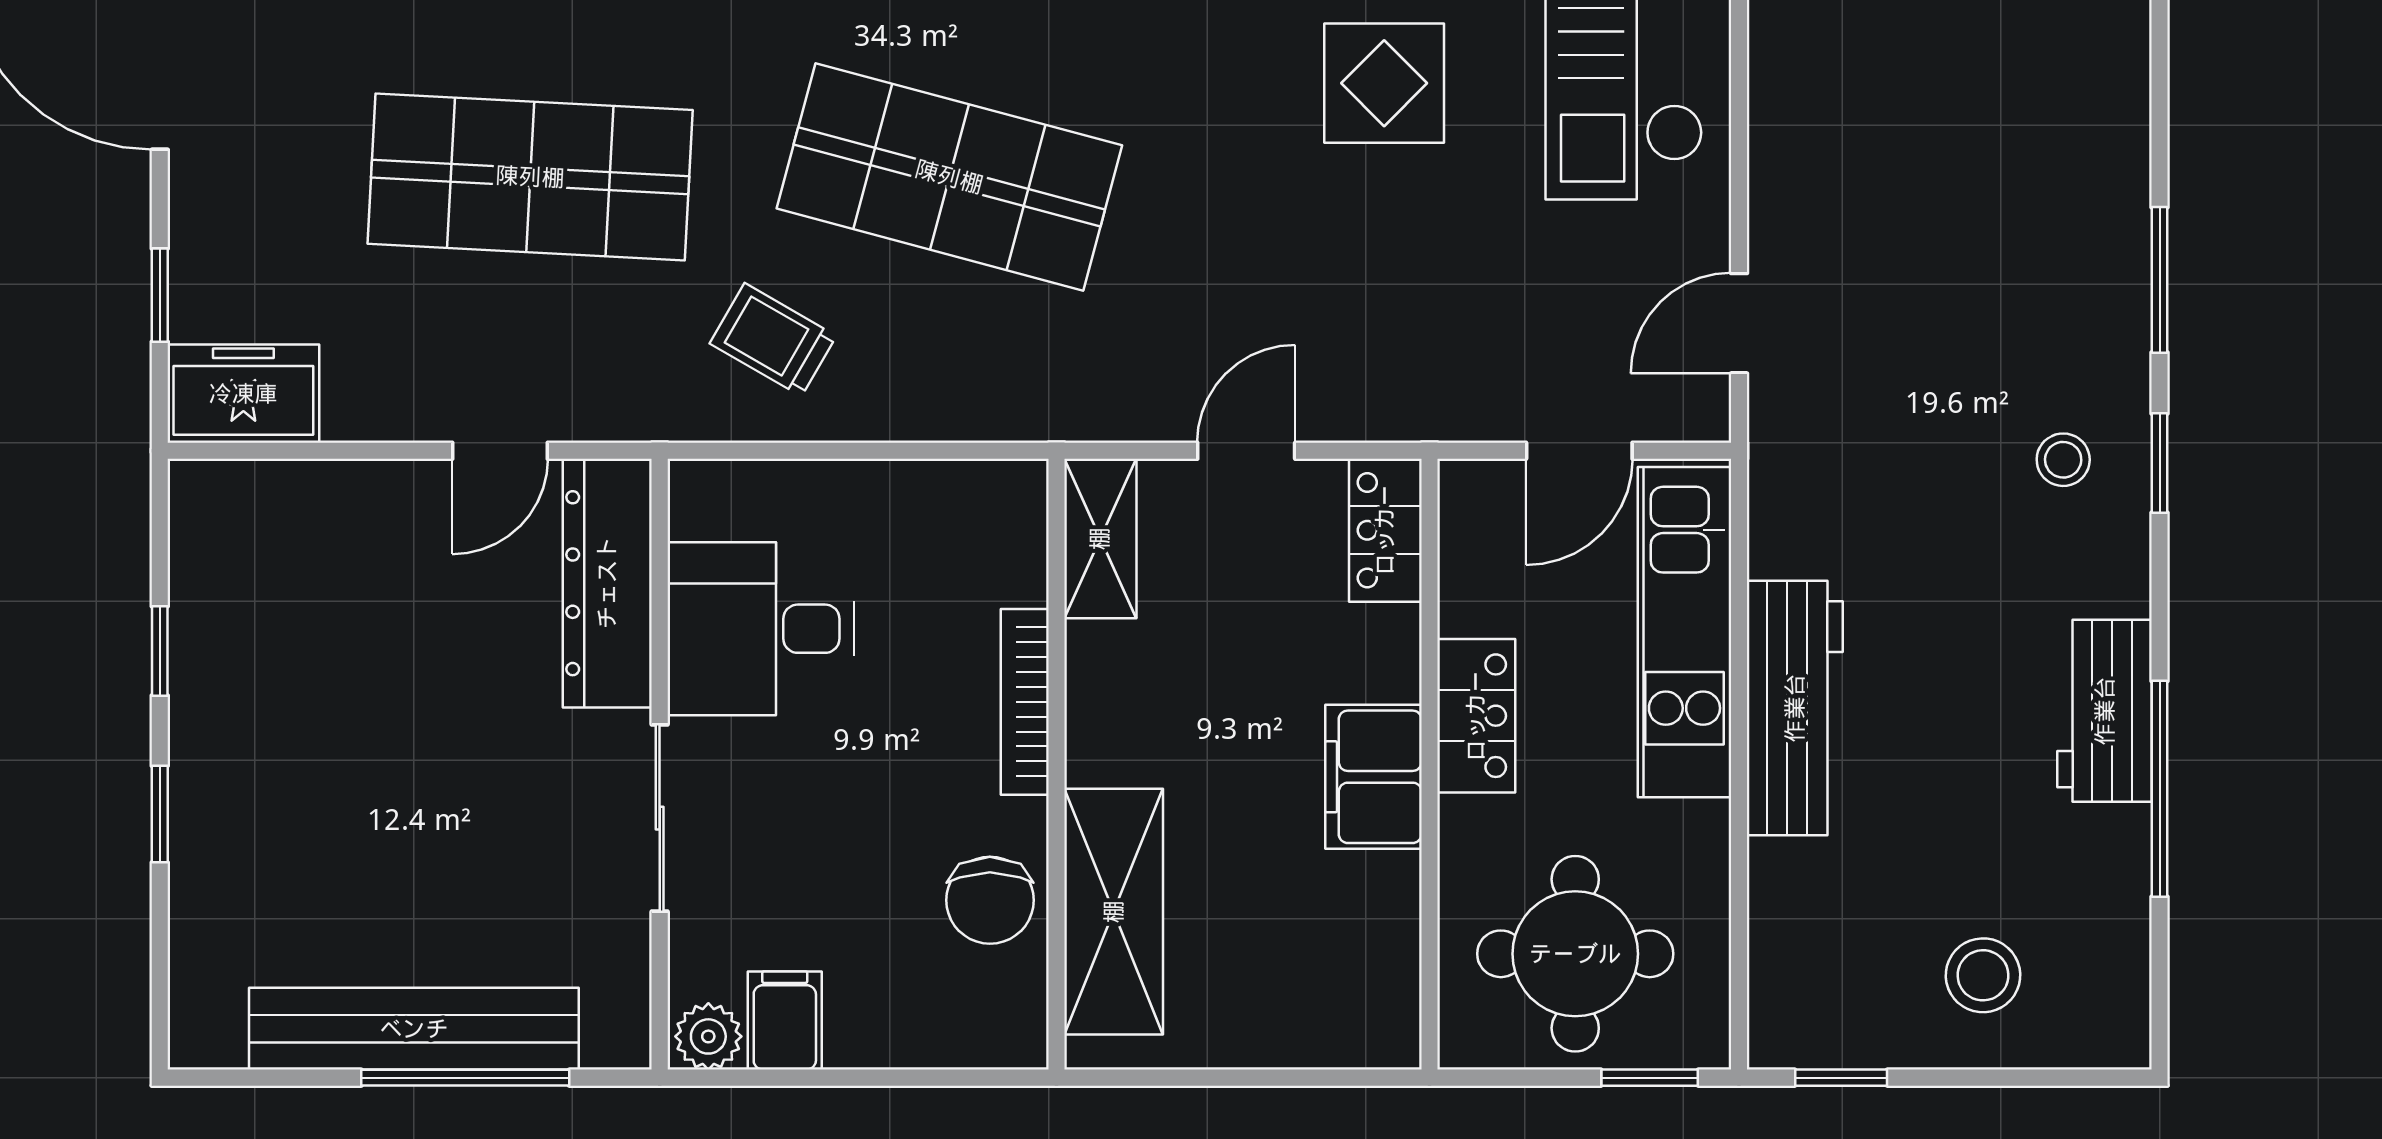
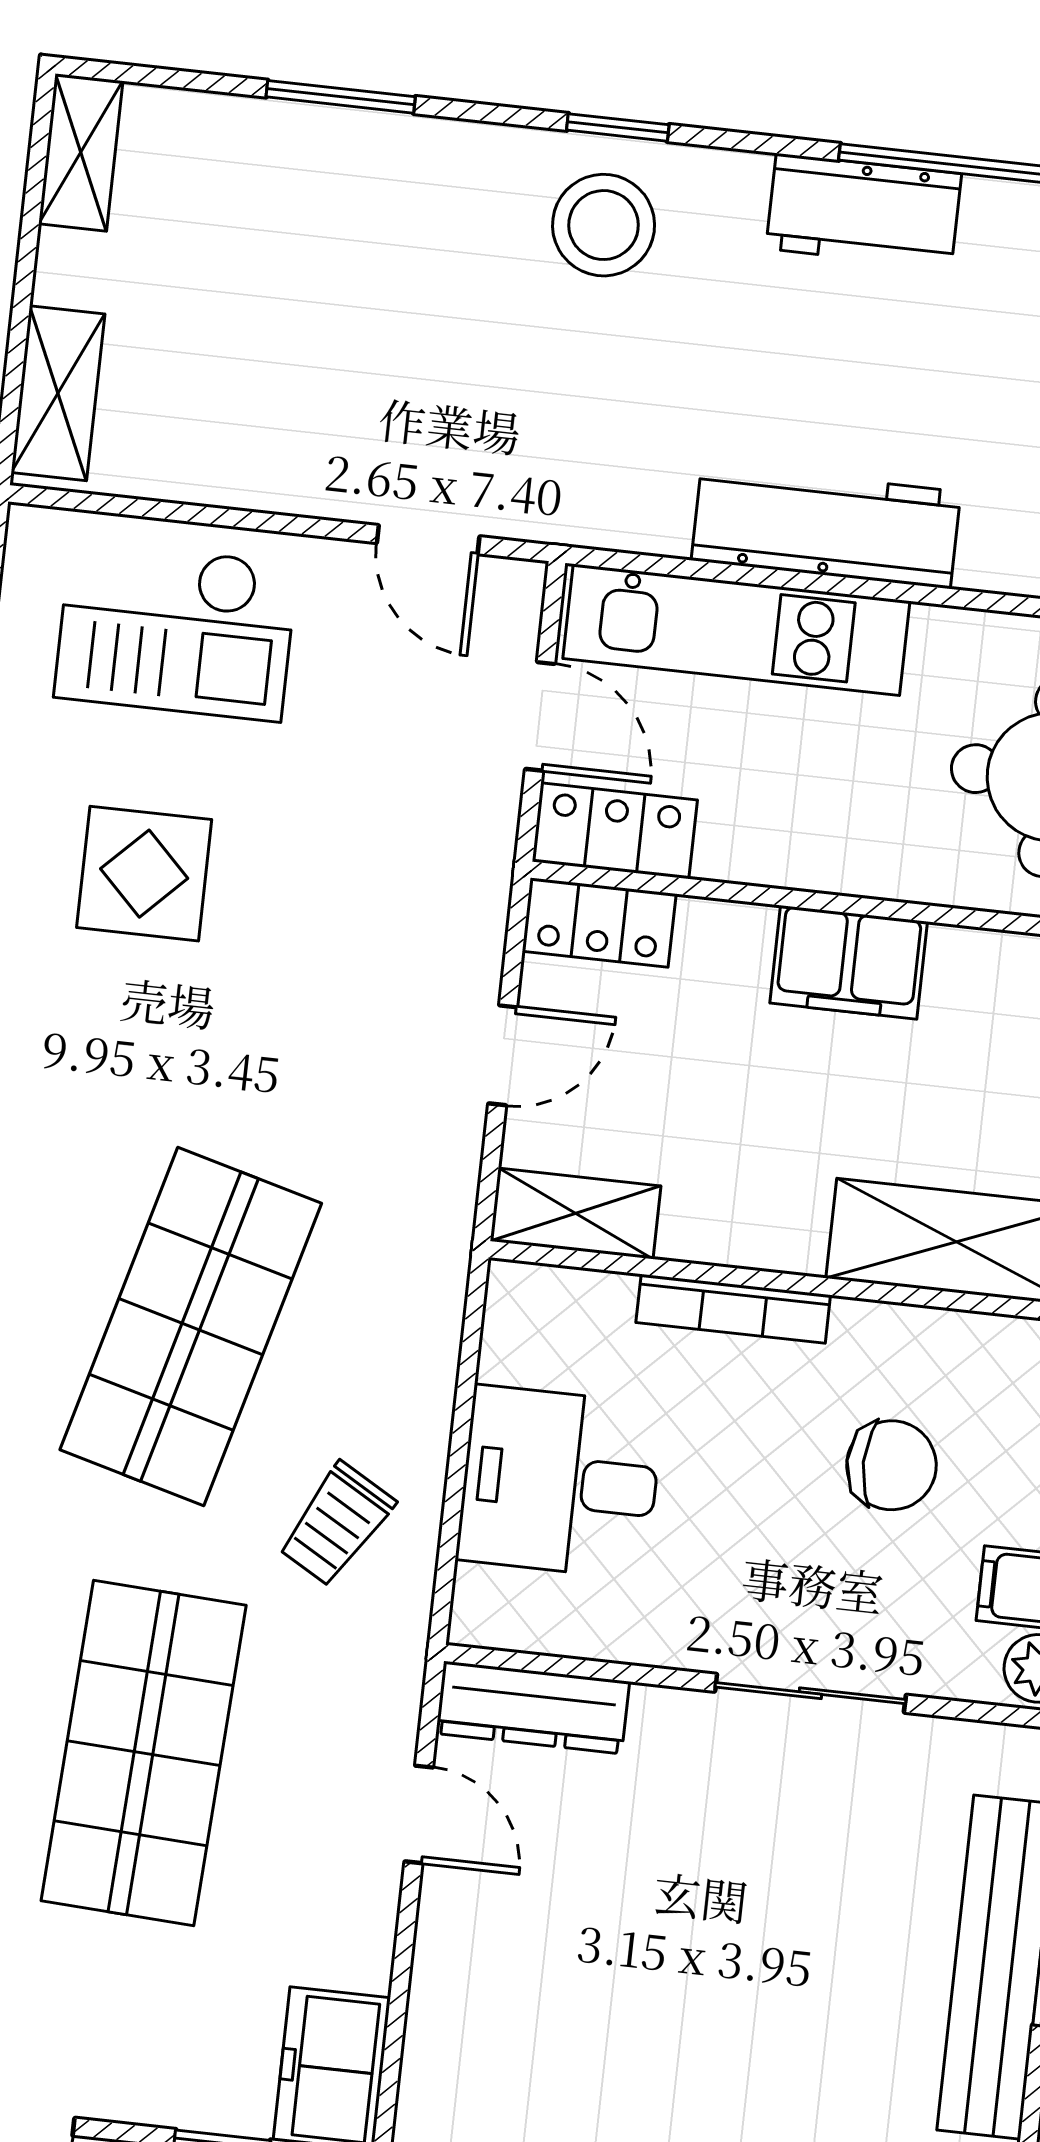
window: (2160, 280) -> (341, 97), moved
door: (1246, 451) -> (503, 1055), swing flipped
stool: (2063, 460) -> (604, 225), width x1.89, depth x1.89
dresser: (607, 583) -> (533, 1708), width x0.73, depth x0.80
desk: (761, 629) -> (560, 1482), moved, turned 90
locker: (1476, 716) -> (615, 831), moved
chair: (990, 900) -> (891, 1465), moved

